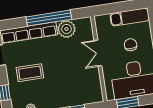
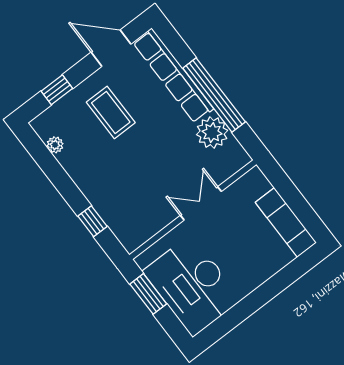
chair: (131, 45) -> (243, 248), removed

